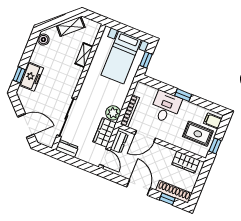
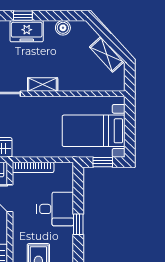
boiler: (43, 40) -> (63, 28), moved
shelving: (84, 55) -> (43, 84), moved
plant: (113, 113) -> (22, 148), removed

